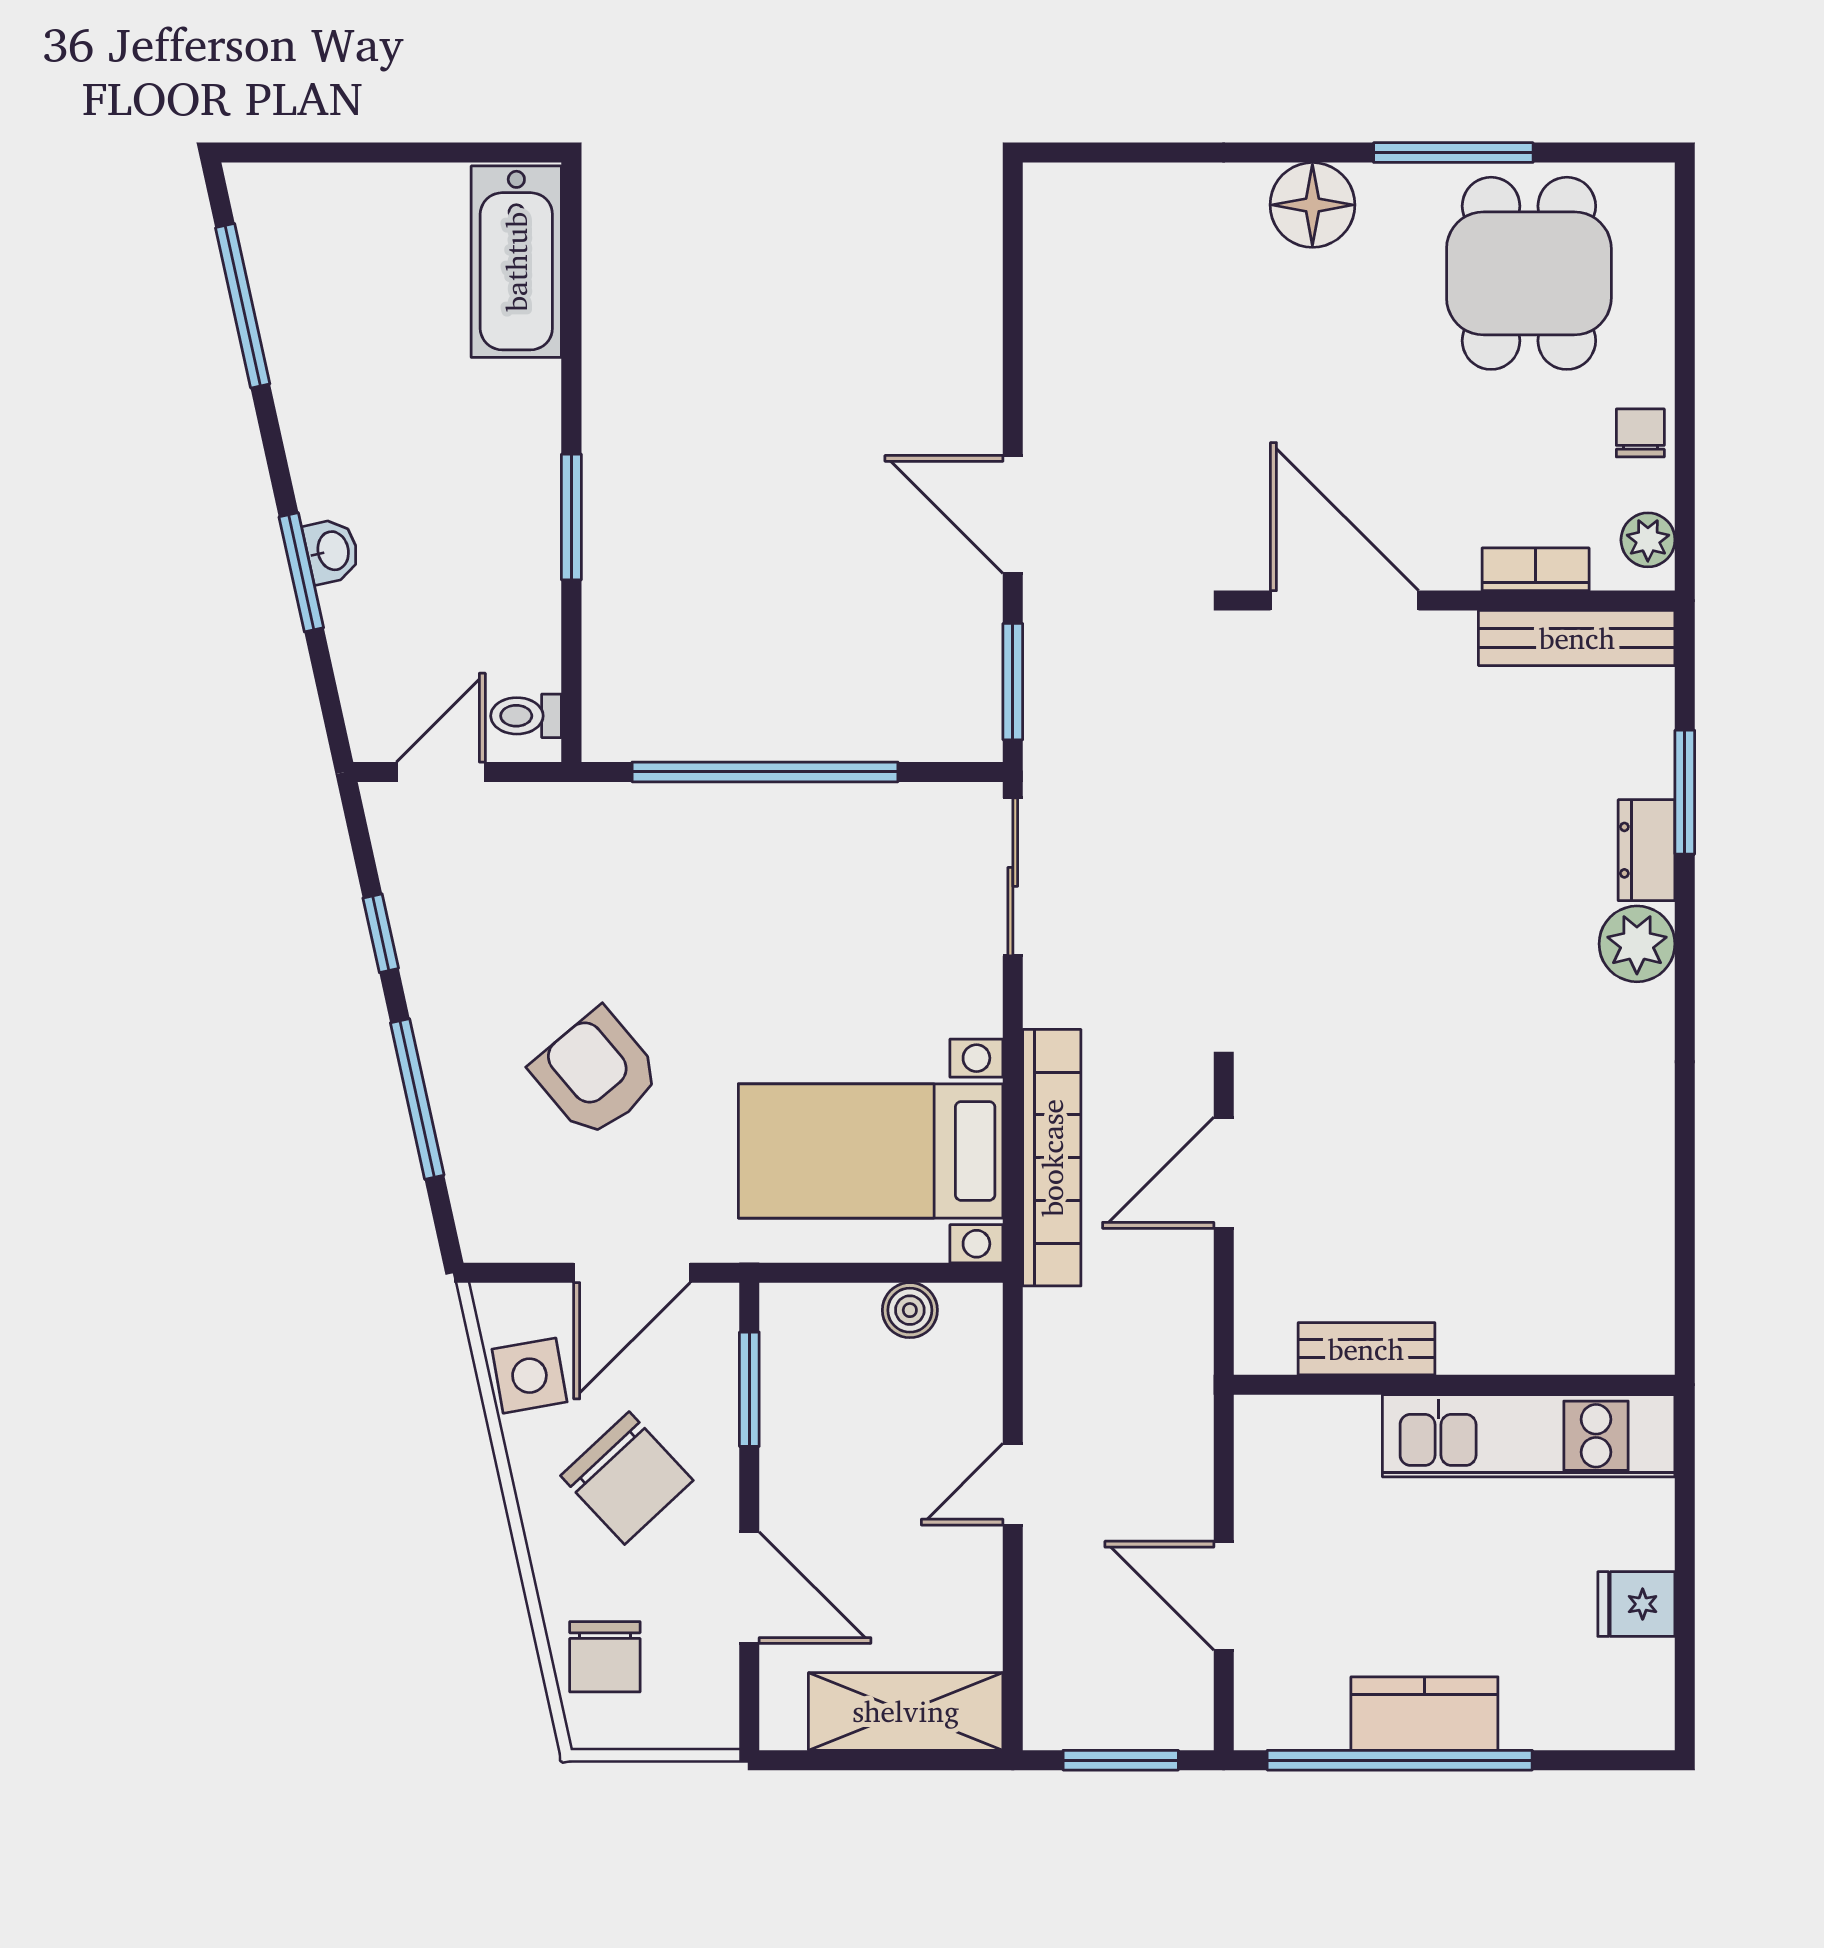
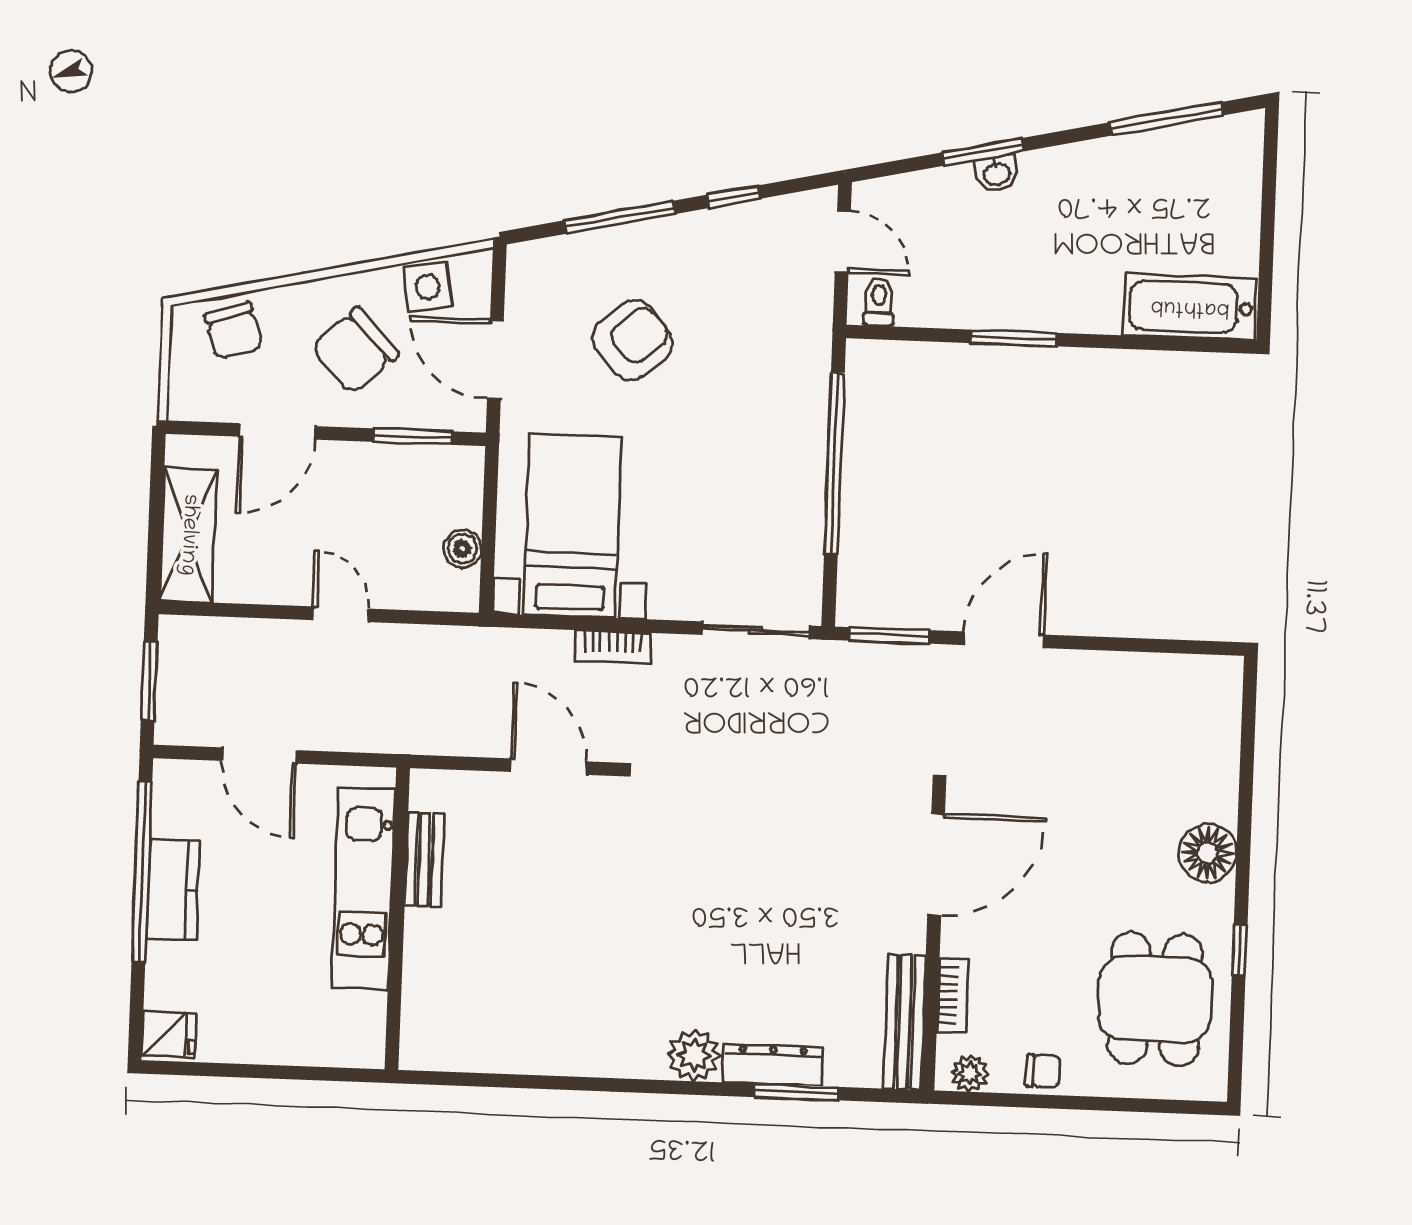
window: (1453, 153) -> (1240, 950), width x0.46
dining table: (1529, 273) -> (1155, 999), turned 90
dresser: (1647, 850) -> (773, 1065), width x1.44
bookcase: (1052, 1158) -> (613, 647), width x0.43, depth x0.76
kitchen unit: (1529, 1436) -> (363, 888), moved
door: (1224, 1596) -> (259, 756), swing flipped
fridge: (1636, 1604) -> (169, 1034), moved, turned 90
chair: (605, 1657) -> (234, 331), turned -108

